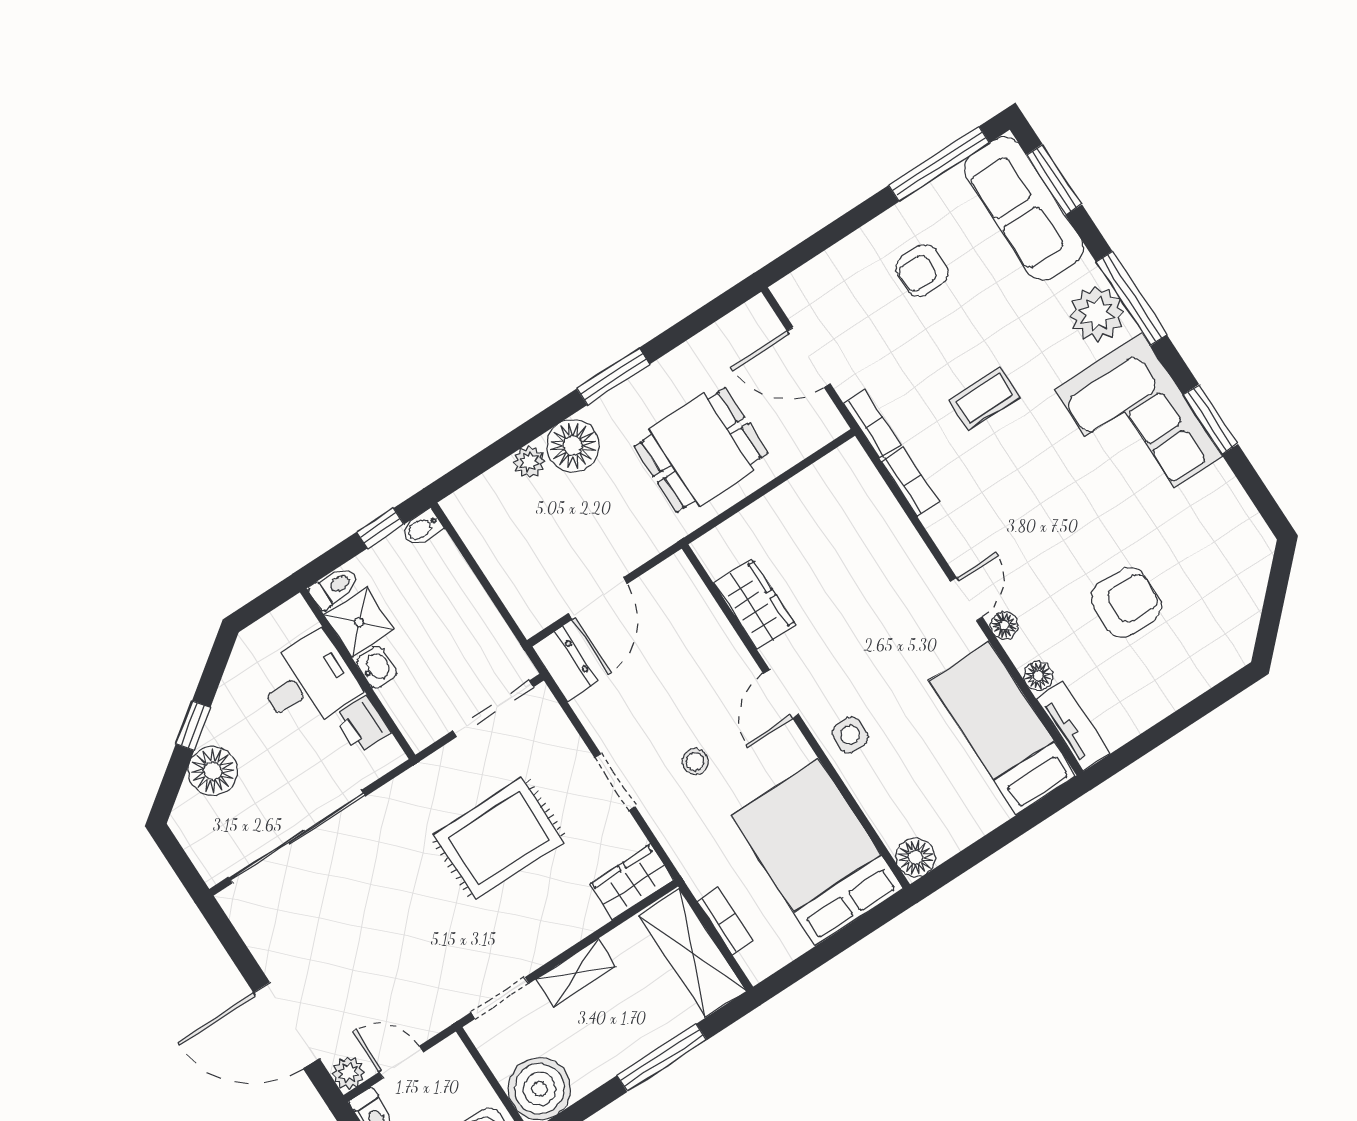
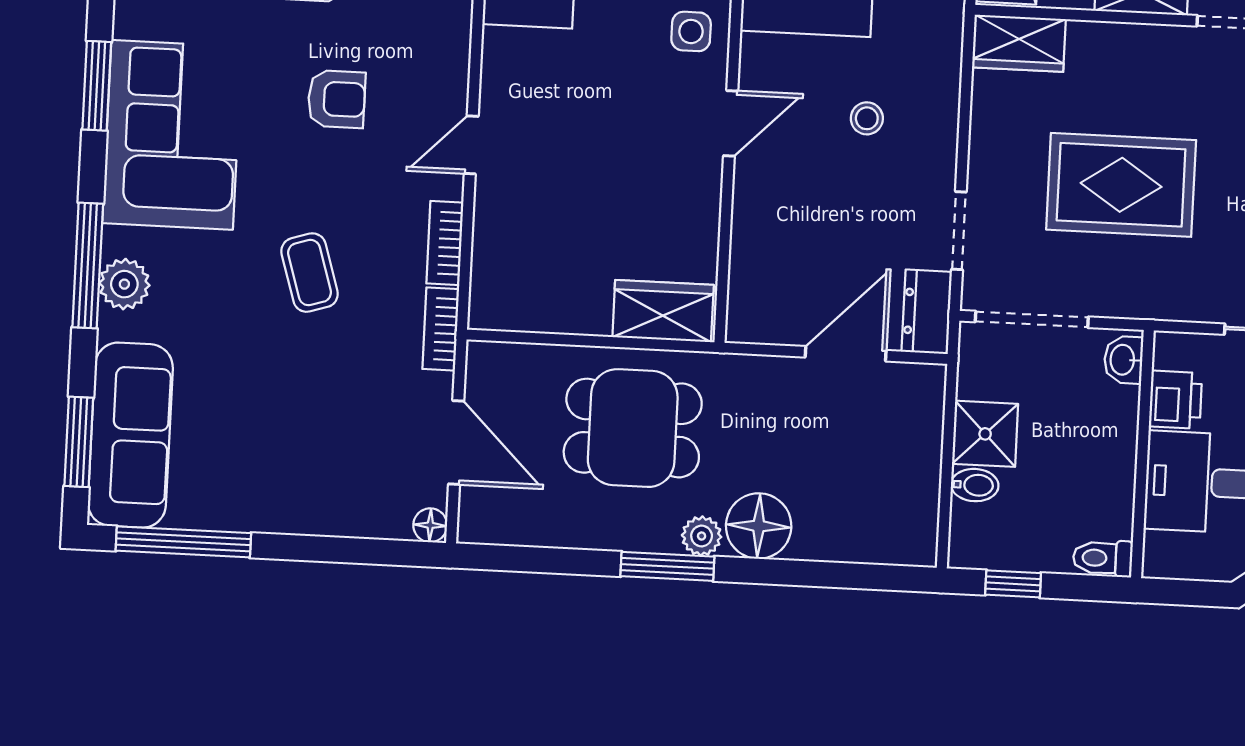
armchair: (922, 271) -> (336, 99), moved
plant: (1097, 314) -> (124, 284), width x0.73, depth x0.73
coffee table: (984, 398) -> (310, 273), turned 73
plant: (529, 462) -> (702, 536), moved
bidet: (422, 528) -> (975, 485), moved
door: (966, 599) -> (471, 145), moved
wardrobe: (755, 604) -> (663, 311), moved, turned 90
shower: (359, 622) -> (985, 434), moved
floor lamp: (1004, 625) -> (430, 525), moved
washbasin: (376, 667) -> (1123, 360), moved
doorway: (615, 782) -> (959, 231), moved

